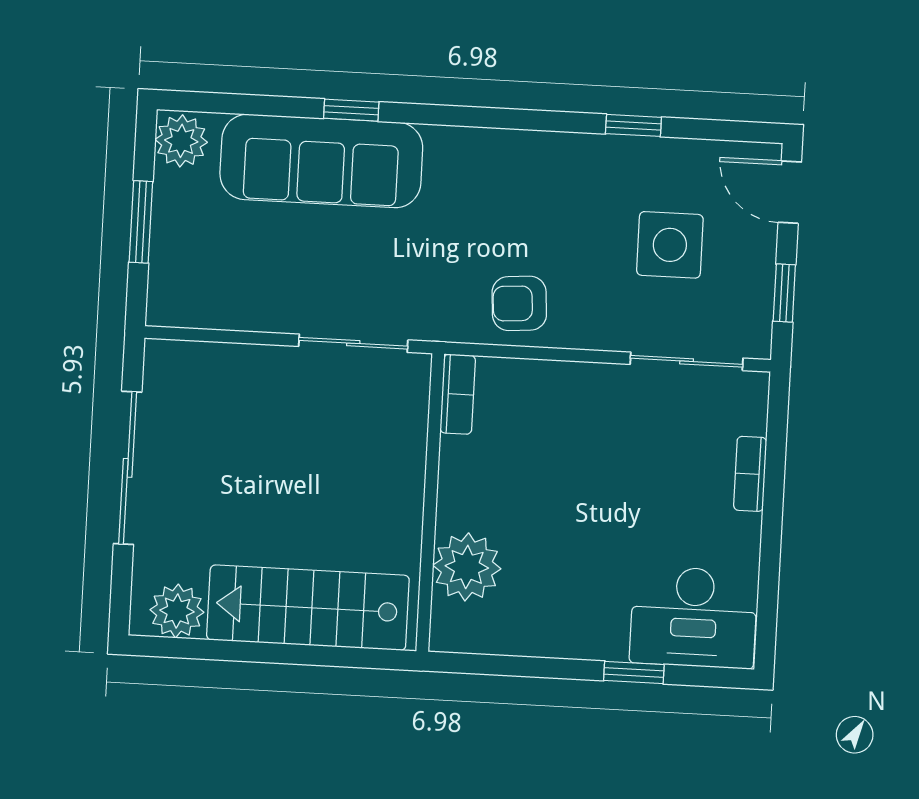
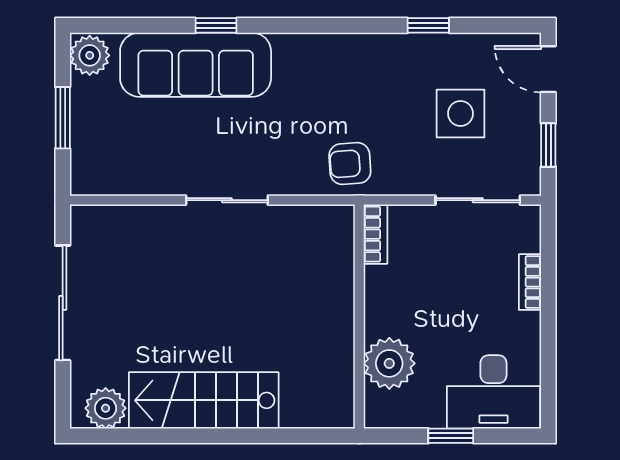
bookcase: (458, 394) -> (375, 234), moved
wall: (430, 503) -> (359, 317), moved
plant: (467, 567) -> (389, 363), moved

